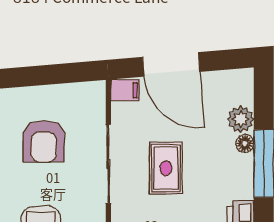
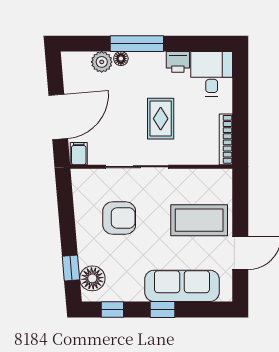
rug: (166, 168) -> (161, 119), moved, turned 90

